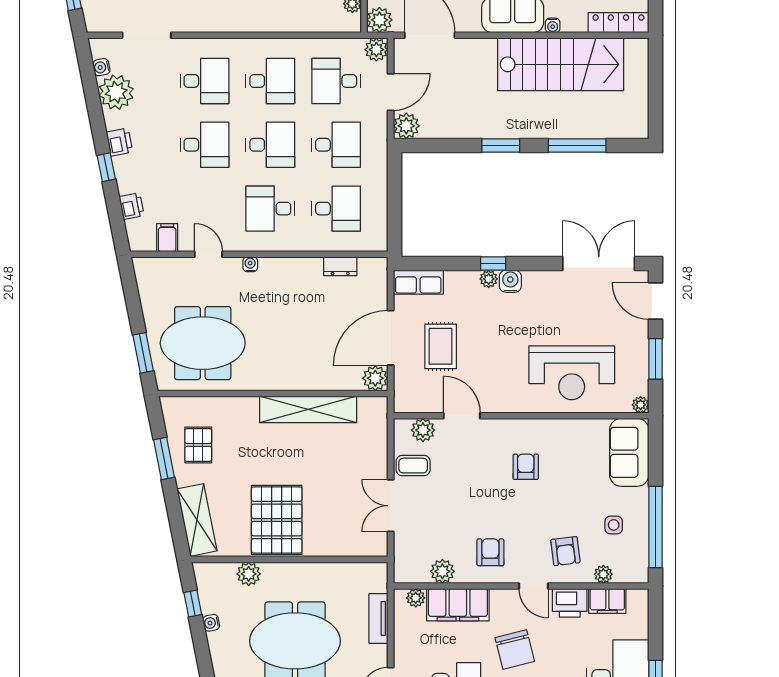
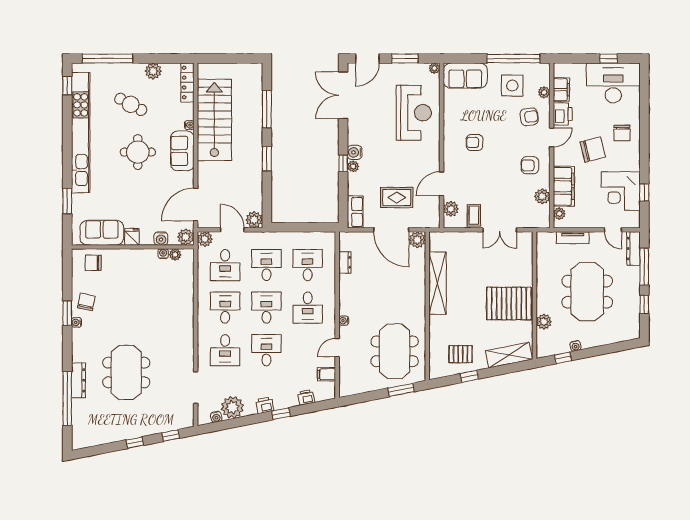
desk: (204, 81) -> (225, 350), turned 180
window: (164, 459) -> (469, 376), width x0.67
side table: (614, 525) -> (512, 86), width x1.87, depth x1.87

